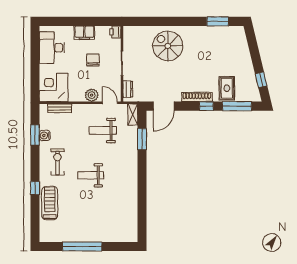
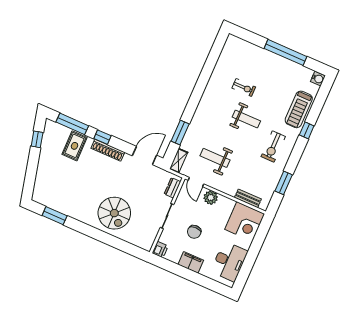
weight bench: (103, 130) -> (215, 158), turned 180
water cooler: (45, 135) -> (318, 79), moved
exercise bike: (105, 201) -> (244, 87), added

